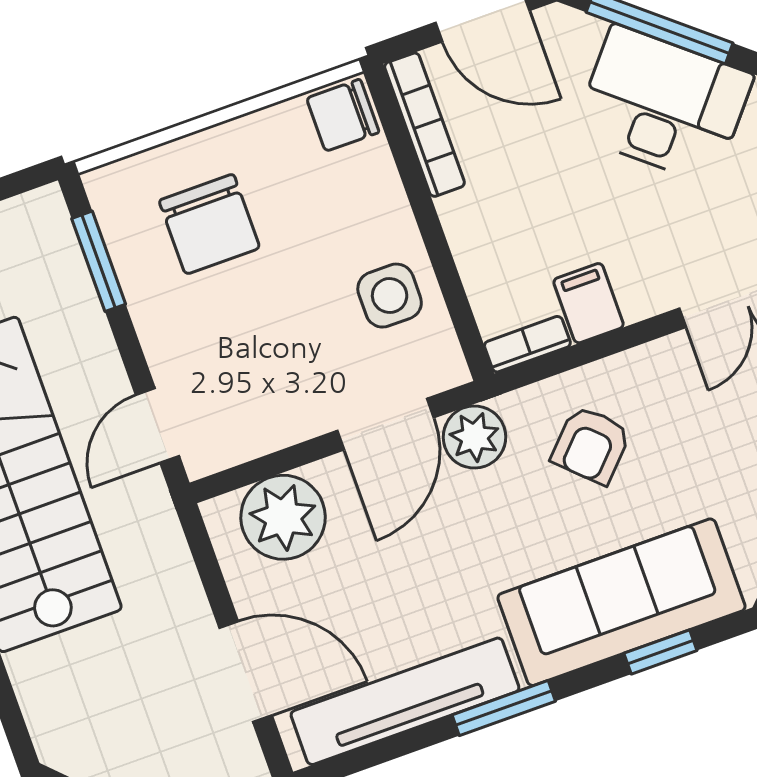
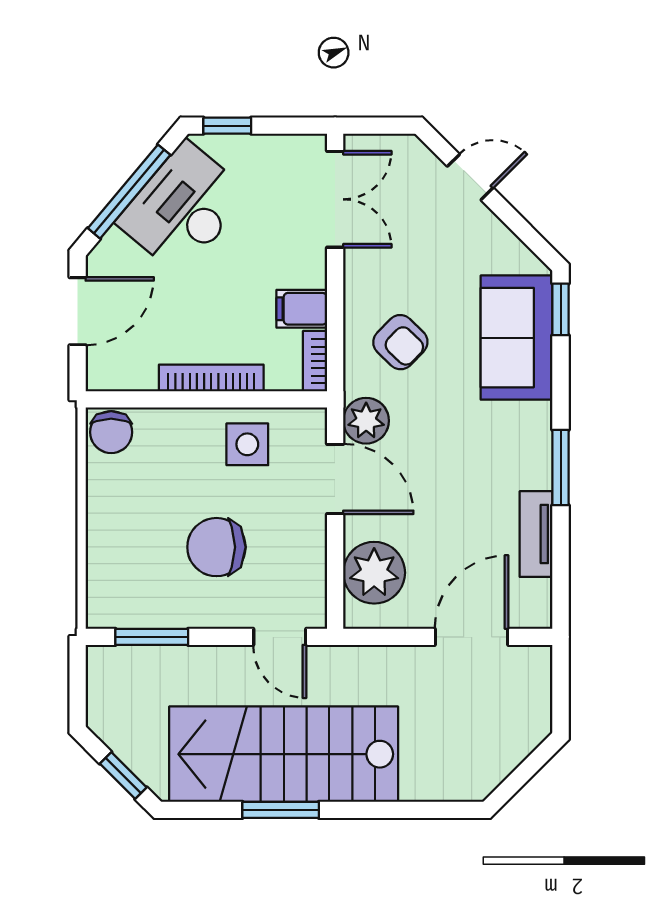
bookcase: (424, 125) -> (211, 378), moved
chair: (209, 224) -> (216, 547), moved, turned 180
sofa: (621, 602) -> (517, 338), width x0.73
window: (660, 652) -> (561, 309), moved
tv unit: (405, 701) -> (536, 534), width x0.52, depth x0.78

